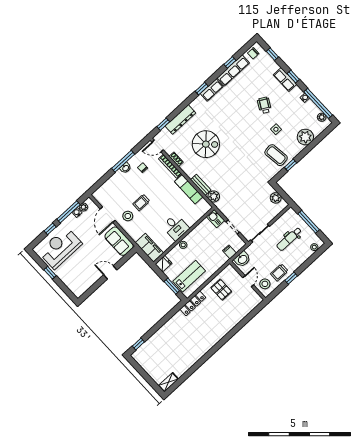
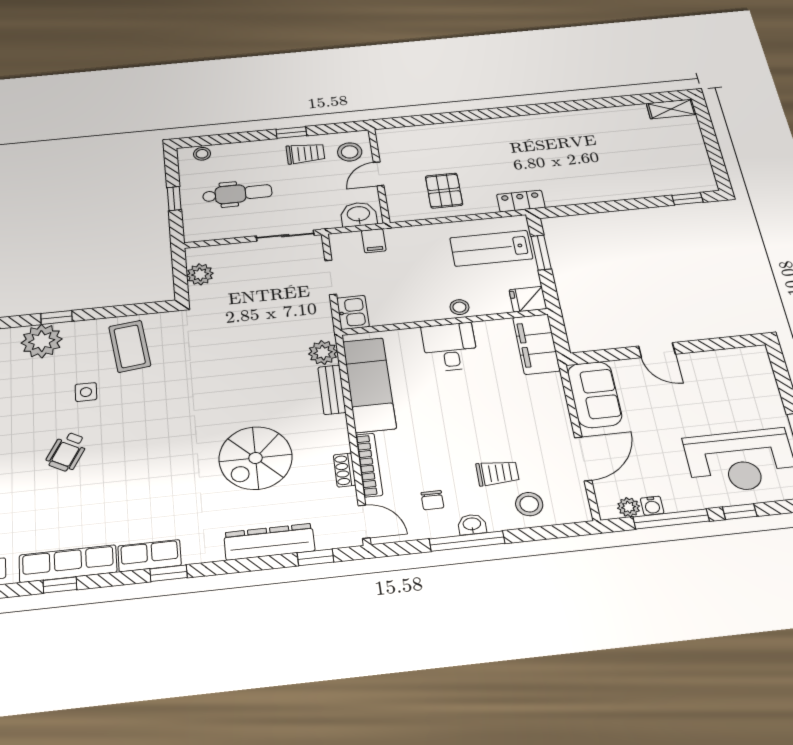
spiral stairs: (206, 144) -> (256, 458), turned -90
window: (290, 165) -> (56, 317), moved
exam couch: (189, 189) -> (369, 385), width x1.36, depth x1.45
trolley: (141, 203) -> (497, 473), moved
stool: (128, 216) -> (529, 504), moved
window: (309, 222) -> (174, 199), width x0.46
locker: (193, 303) -> (521, 201), width x0.66

